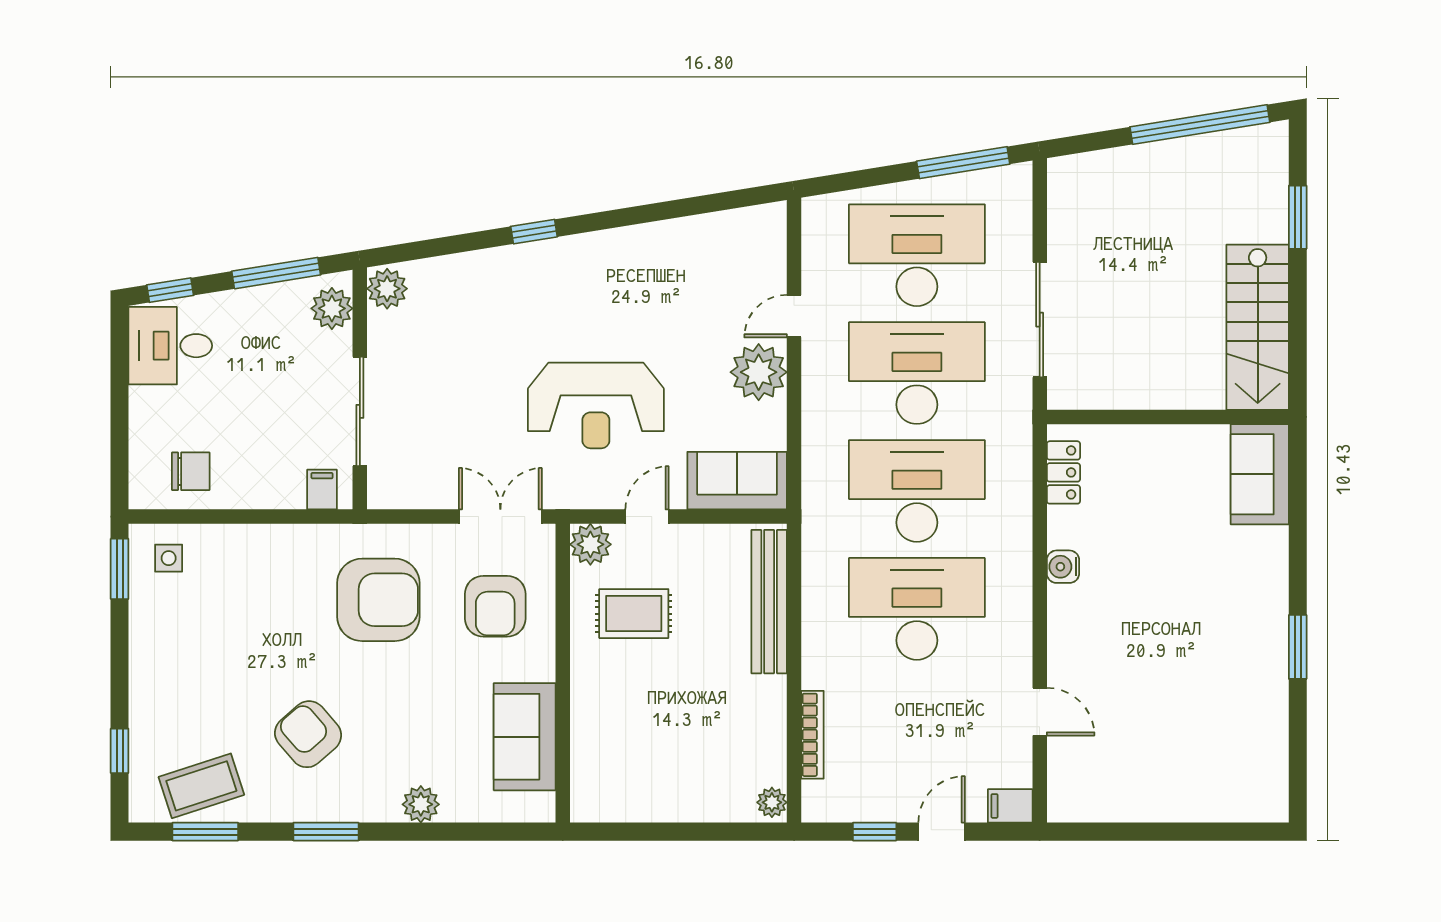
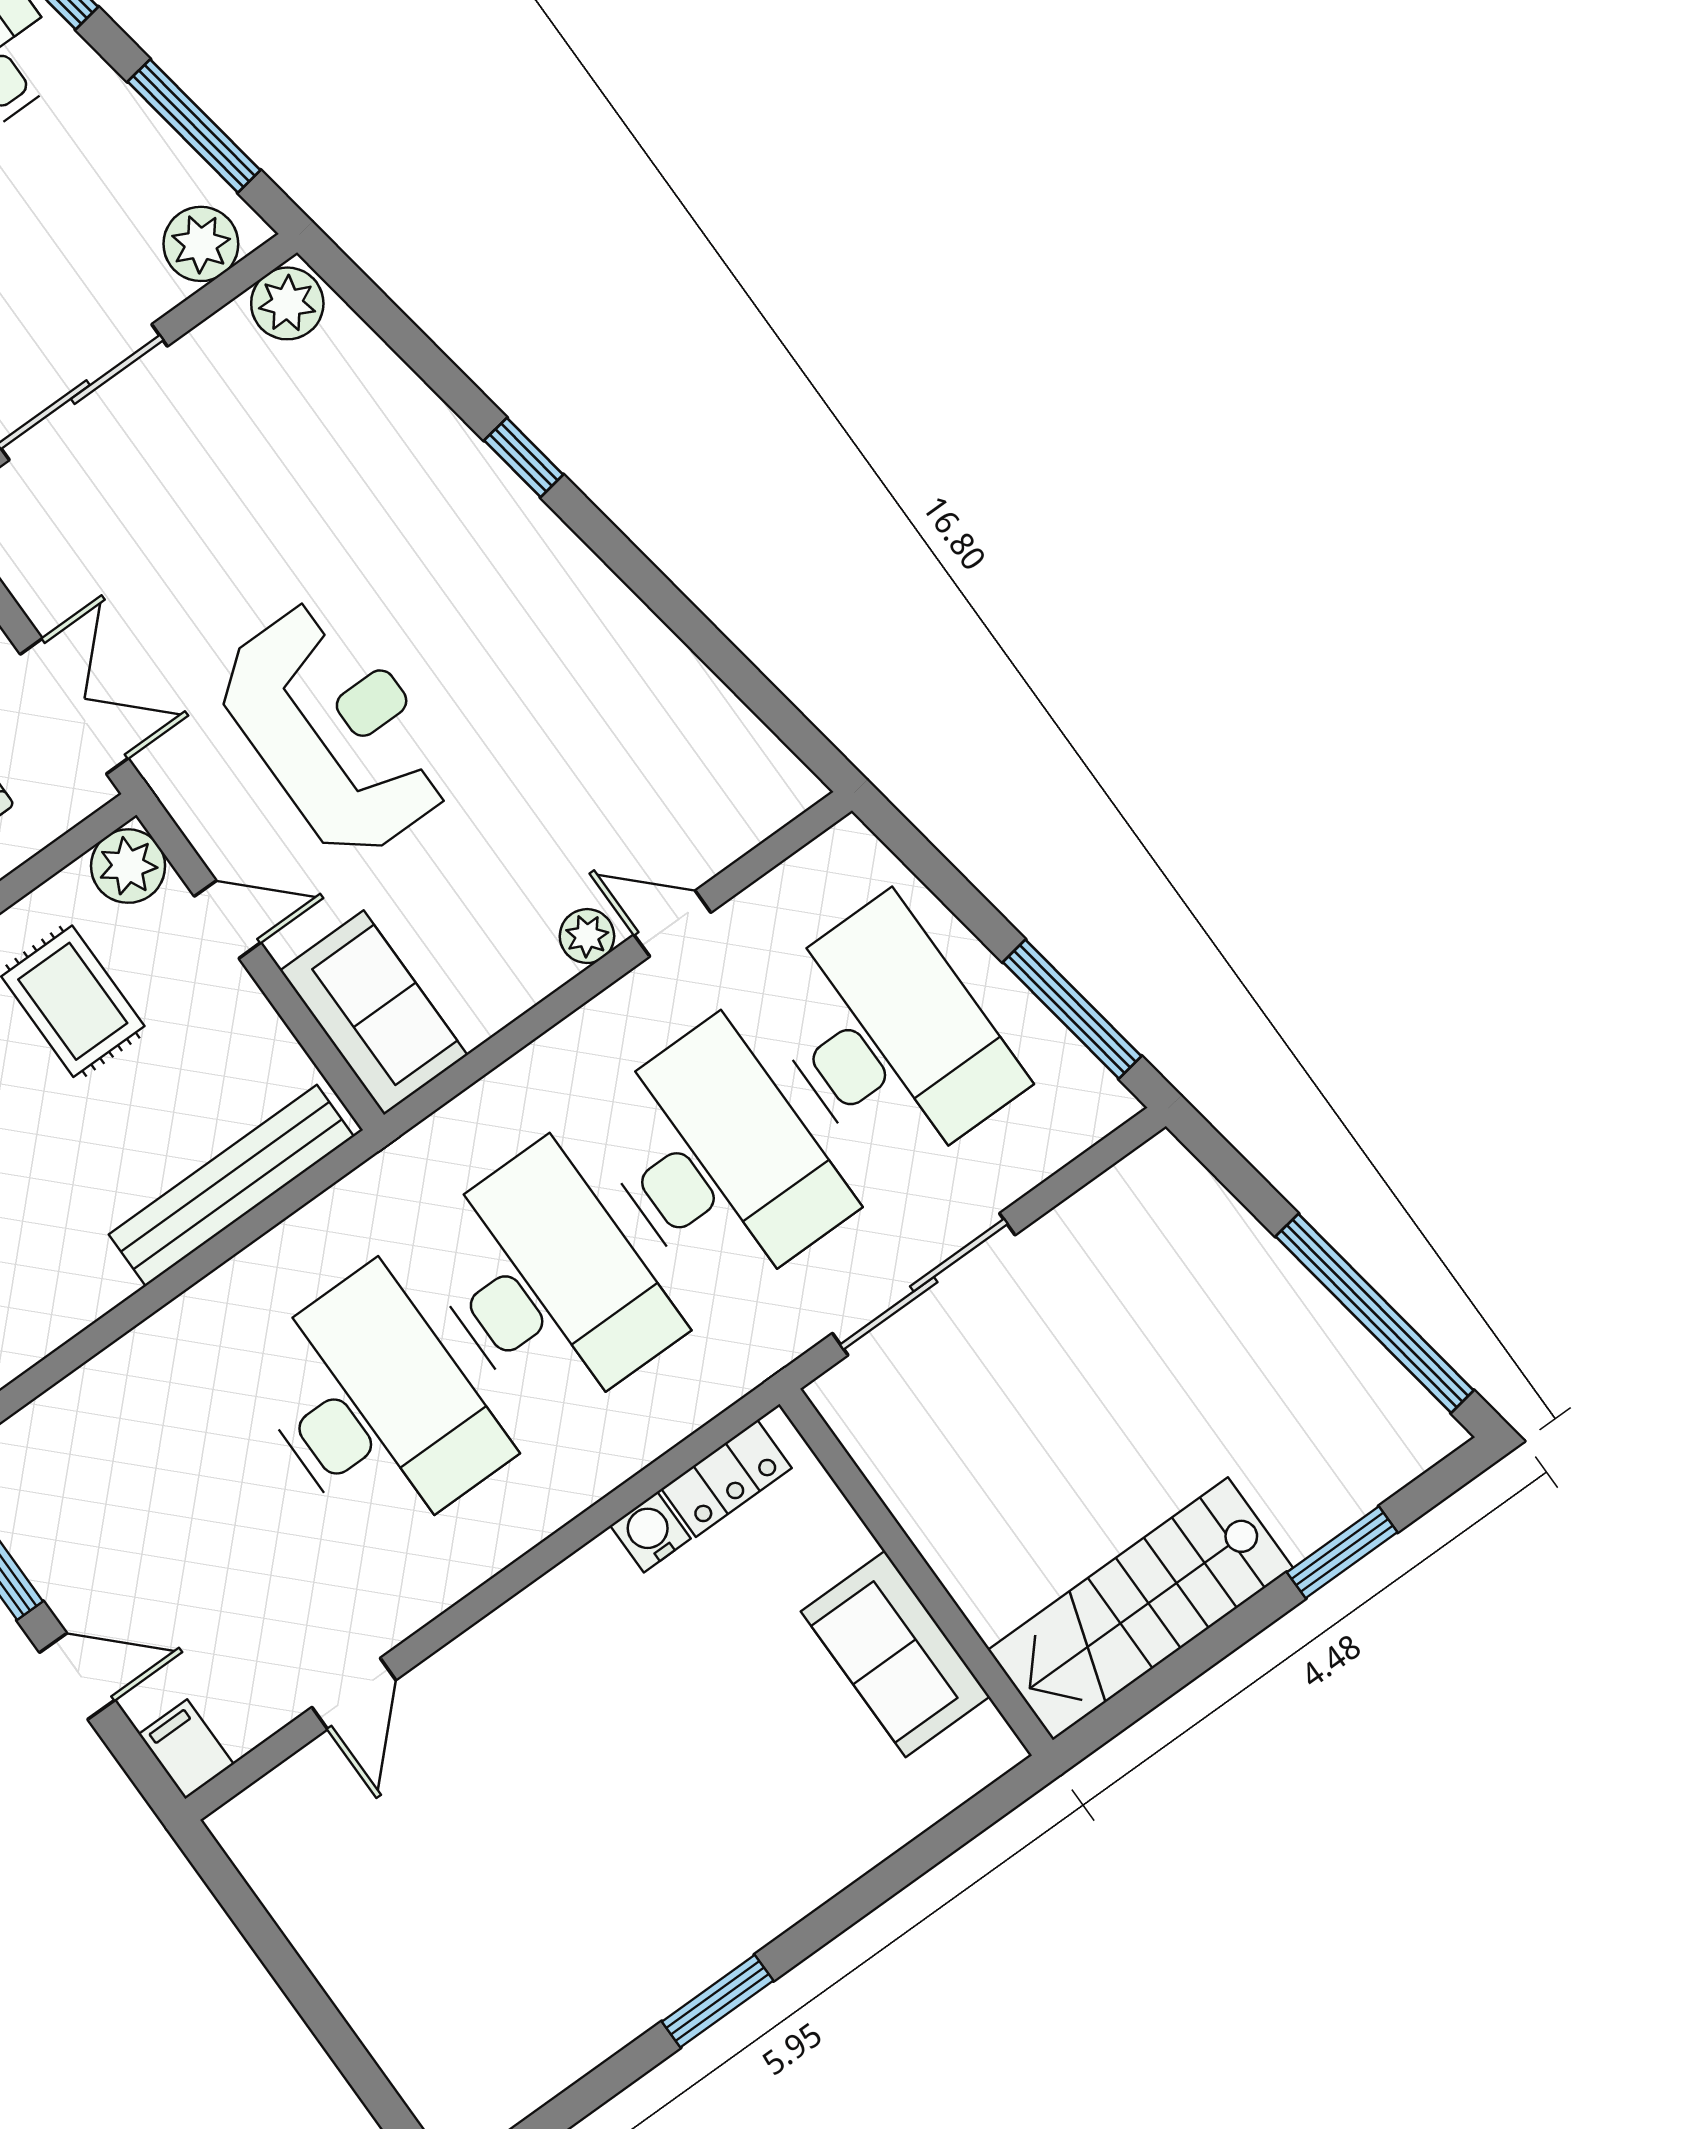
plant: (759, 372) -> (587, 936), width x0.53, depth x0.53
reception desk: (596, 406) -> (335, 729), turned 180
sofa: (1260, 474) -> (895, 1654), moved, turned -90
water cooler: (1063, 567) -> (650, 1532), moved
bookcase: (812, 735) -> (83, 1388), removed

